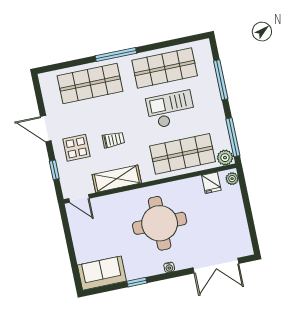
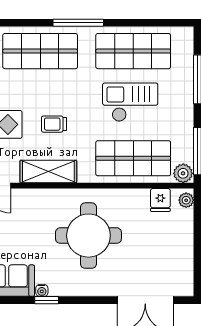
trolley: (113, 140) -> (54, 124), turned 180
water cooler: (169, 267) -> (42, 290), moved

